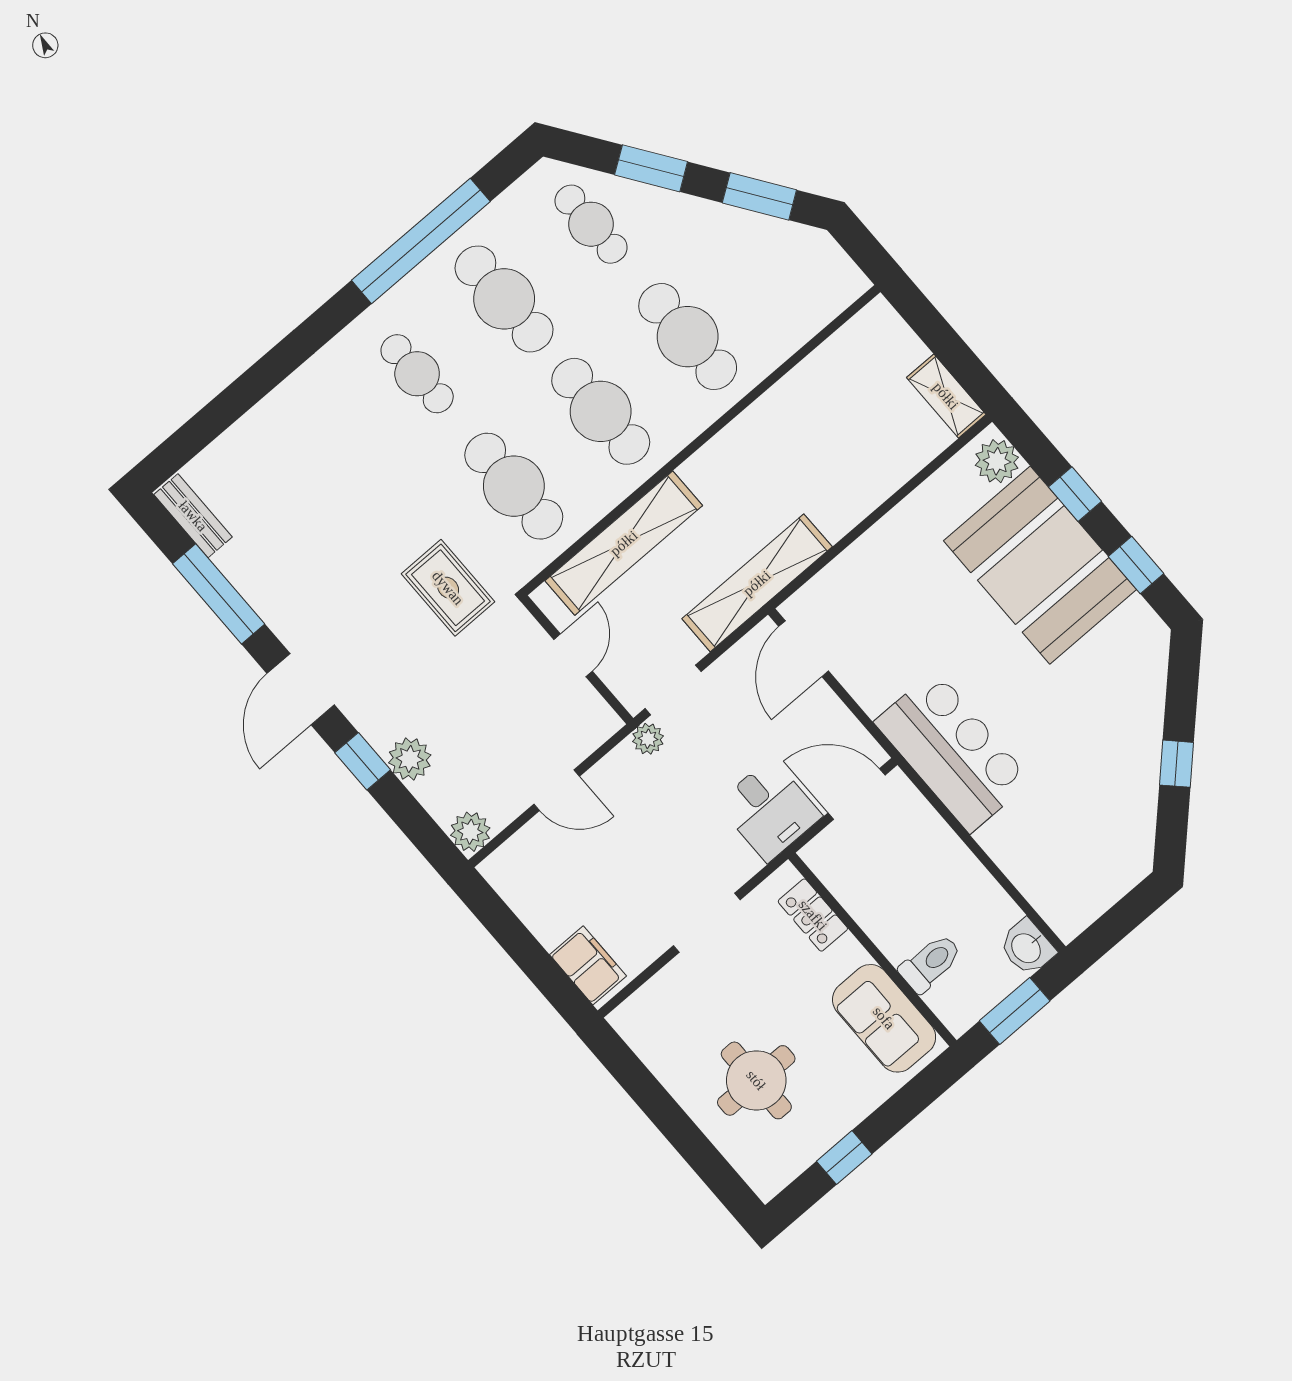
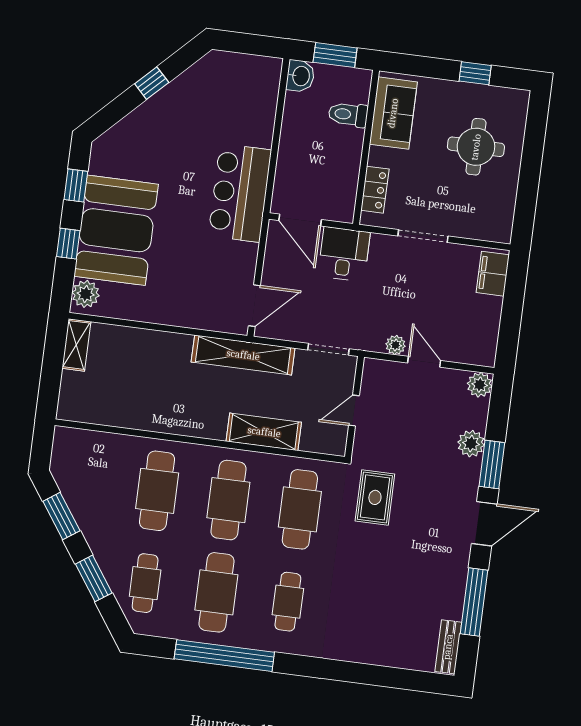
shelving: (624, 543) -> (264, 432), width x0.68
plant: (648, 739) -> (396, 345), moved
window: (363, 761) -> (492, 465), width x1.50

